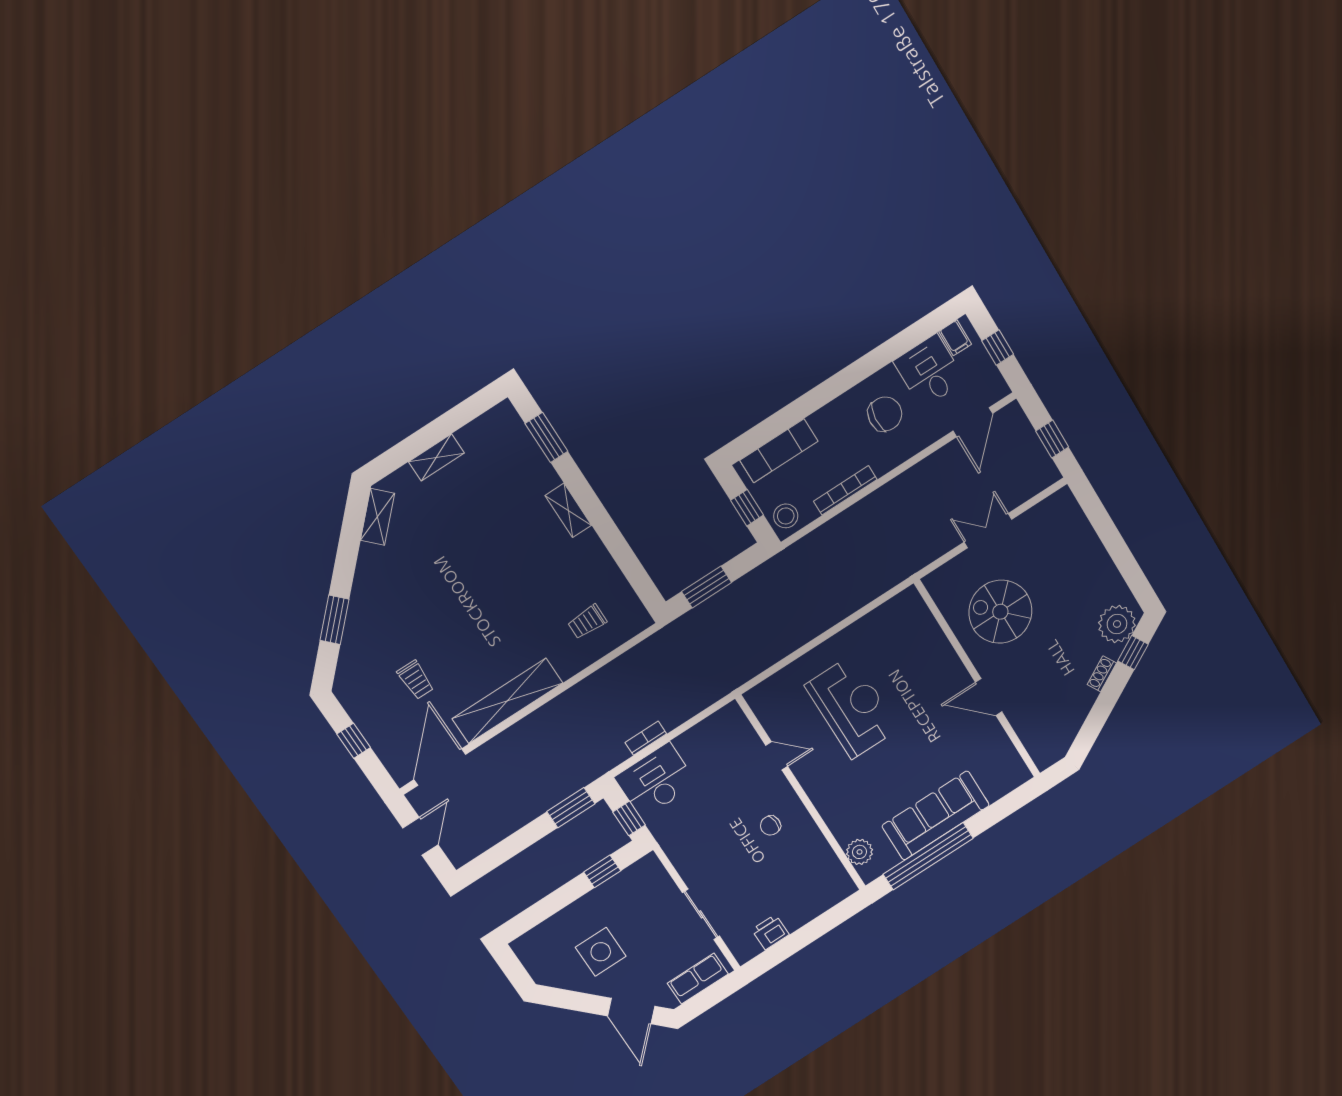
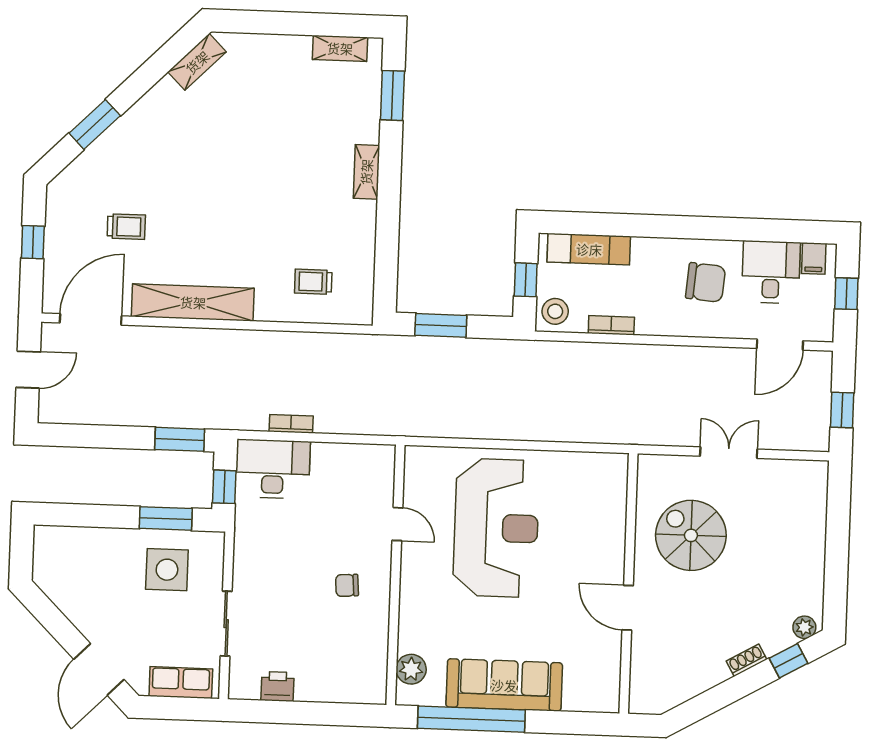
shelving: (436, 457) -> (340, 48), moved
bookcase: (845, 490) -> (611, 325), width x0.64
plant: (1117, 624) -> (804, 627), width x0.53, depth x0.53
trolley: (416, 680) -> (126, 227), turned -90
reception desk: (852, 707) -> (496, 528), width x1.36, depth x1.30
window: (602, 871) -> (166, 518), width x1.50
side table: (601, 952) -> (167, 570), moved

